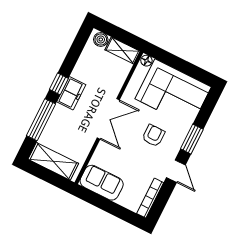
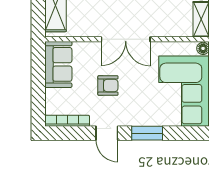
armchair: (153, 136) -> (108, 86), moved
door: (176, 171) -> (107, 133), hinge flipped

